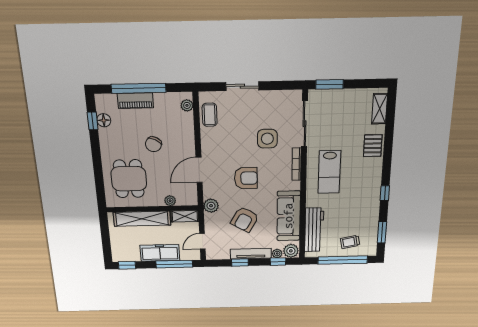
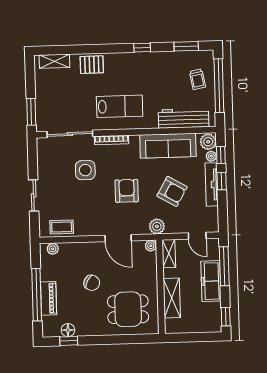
plant: (170, 201) -> (151, 246), moved
shelving: (142, 219) -> (172, 298), width x0.68
window: (240, 263) -> (222, 181), moved

